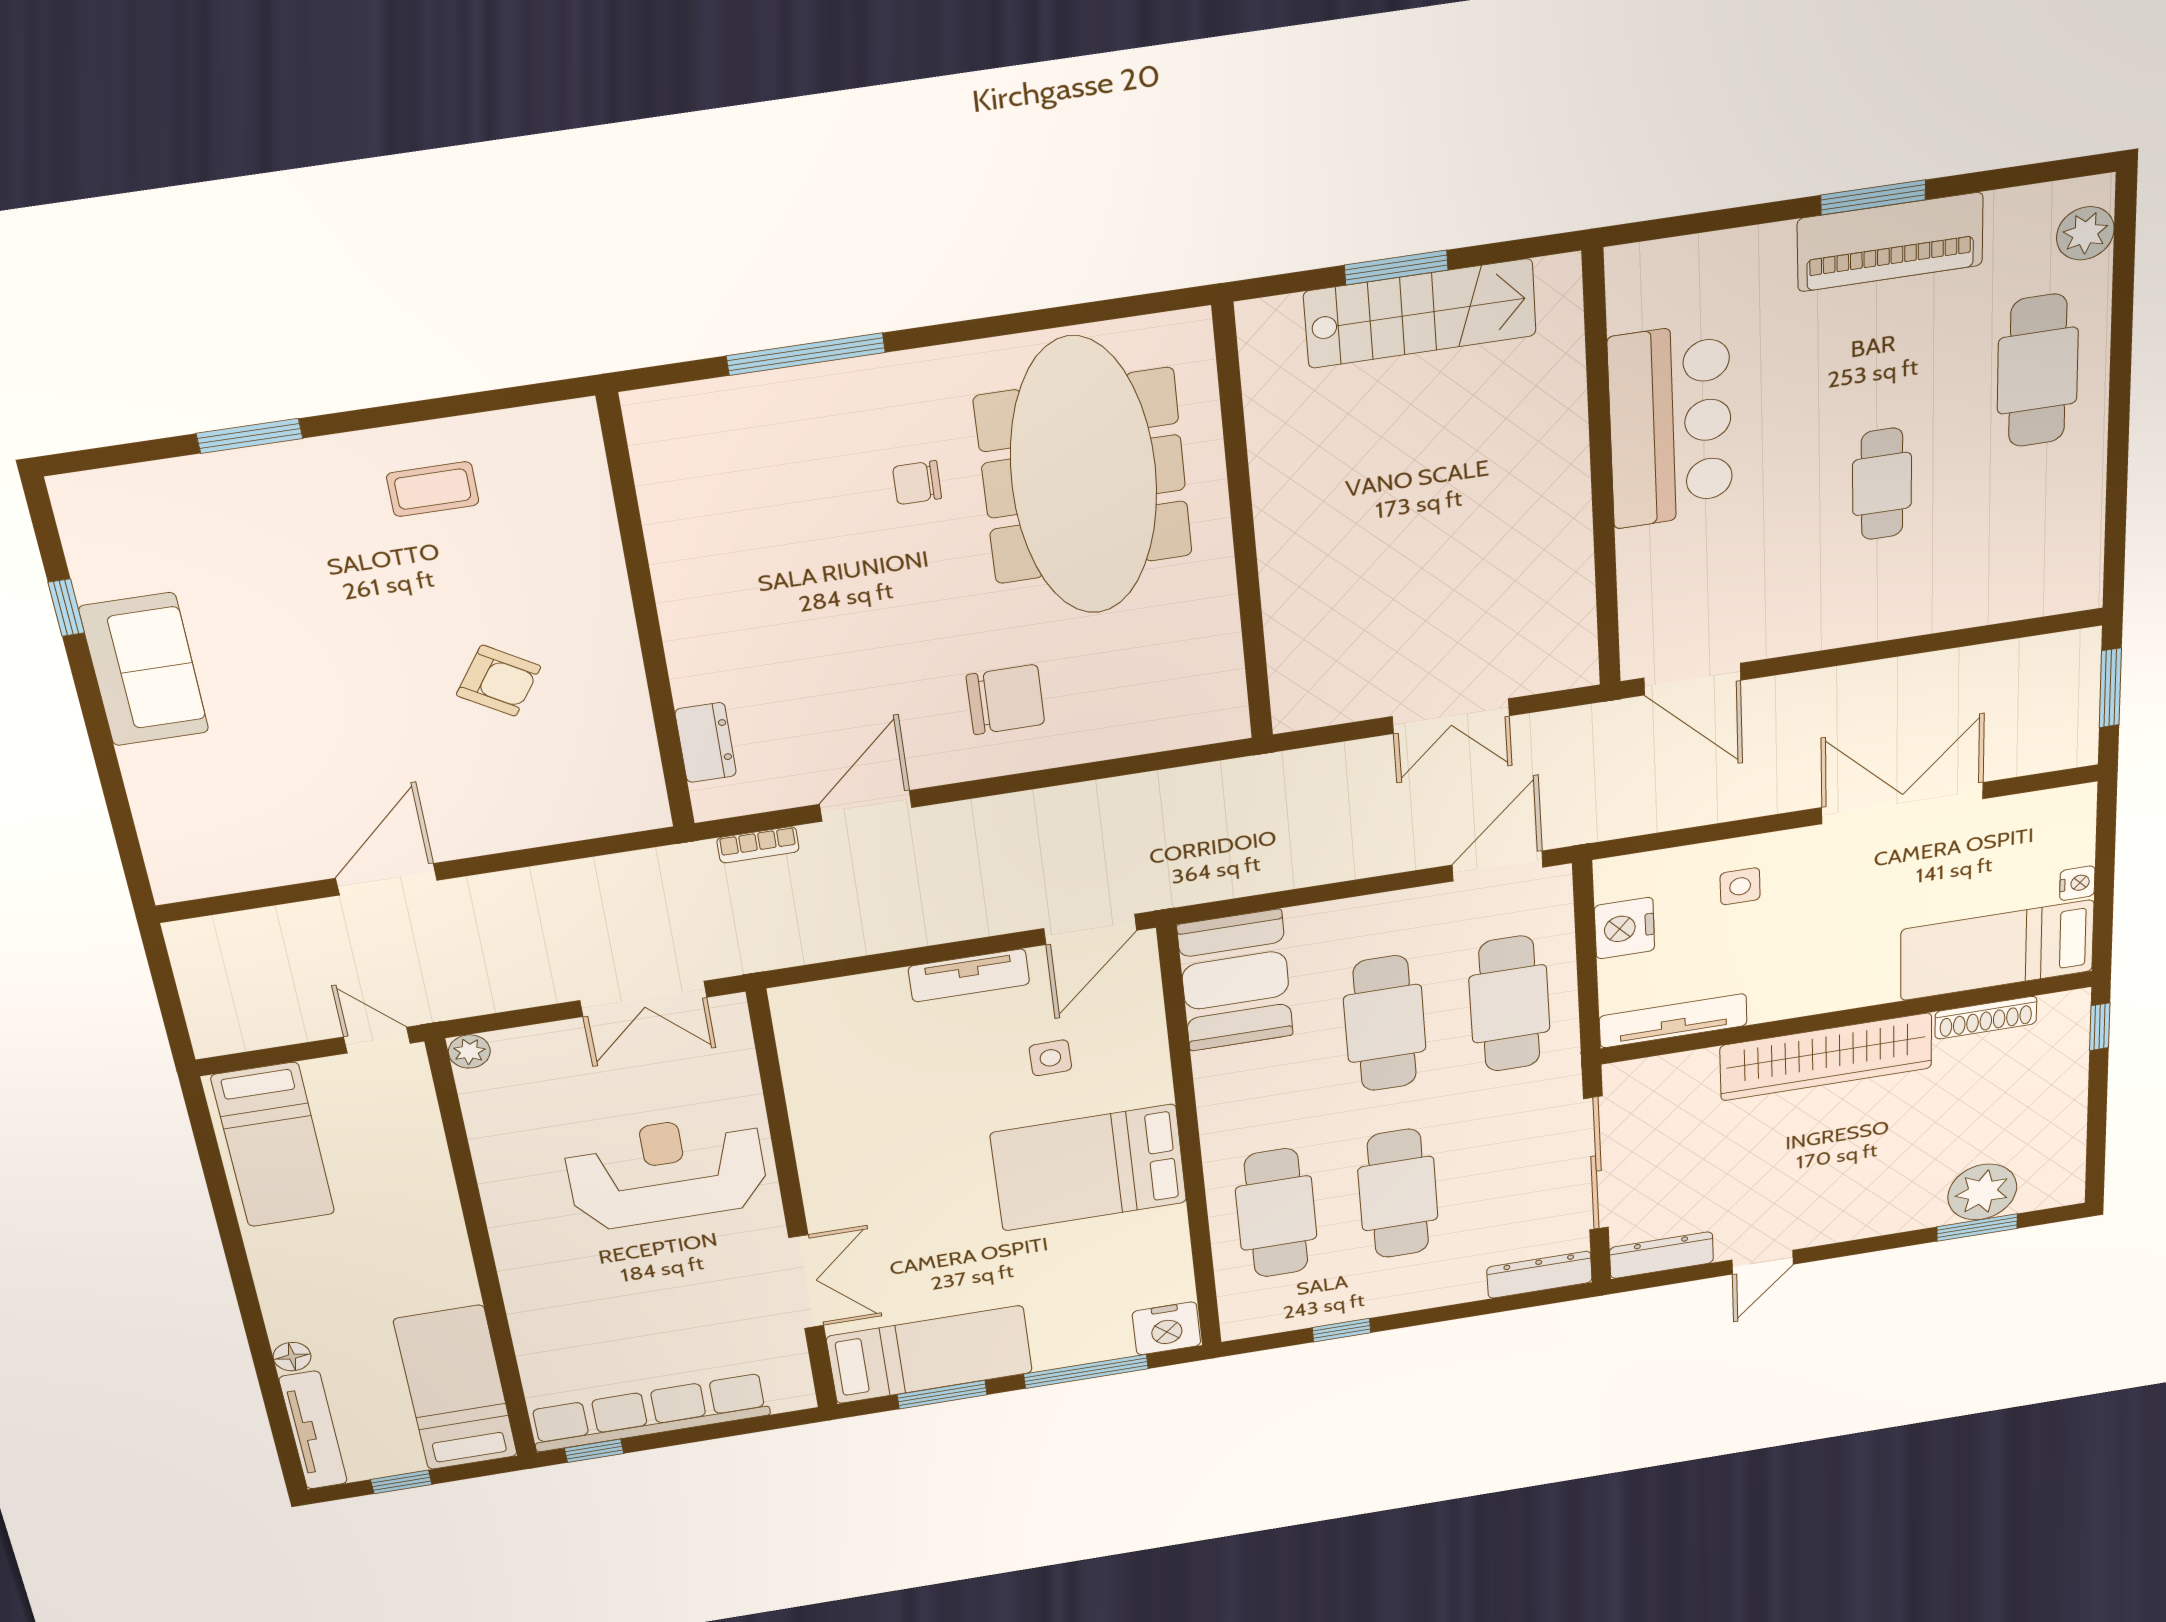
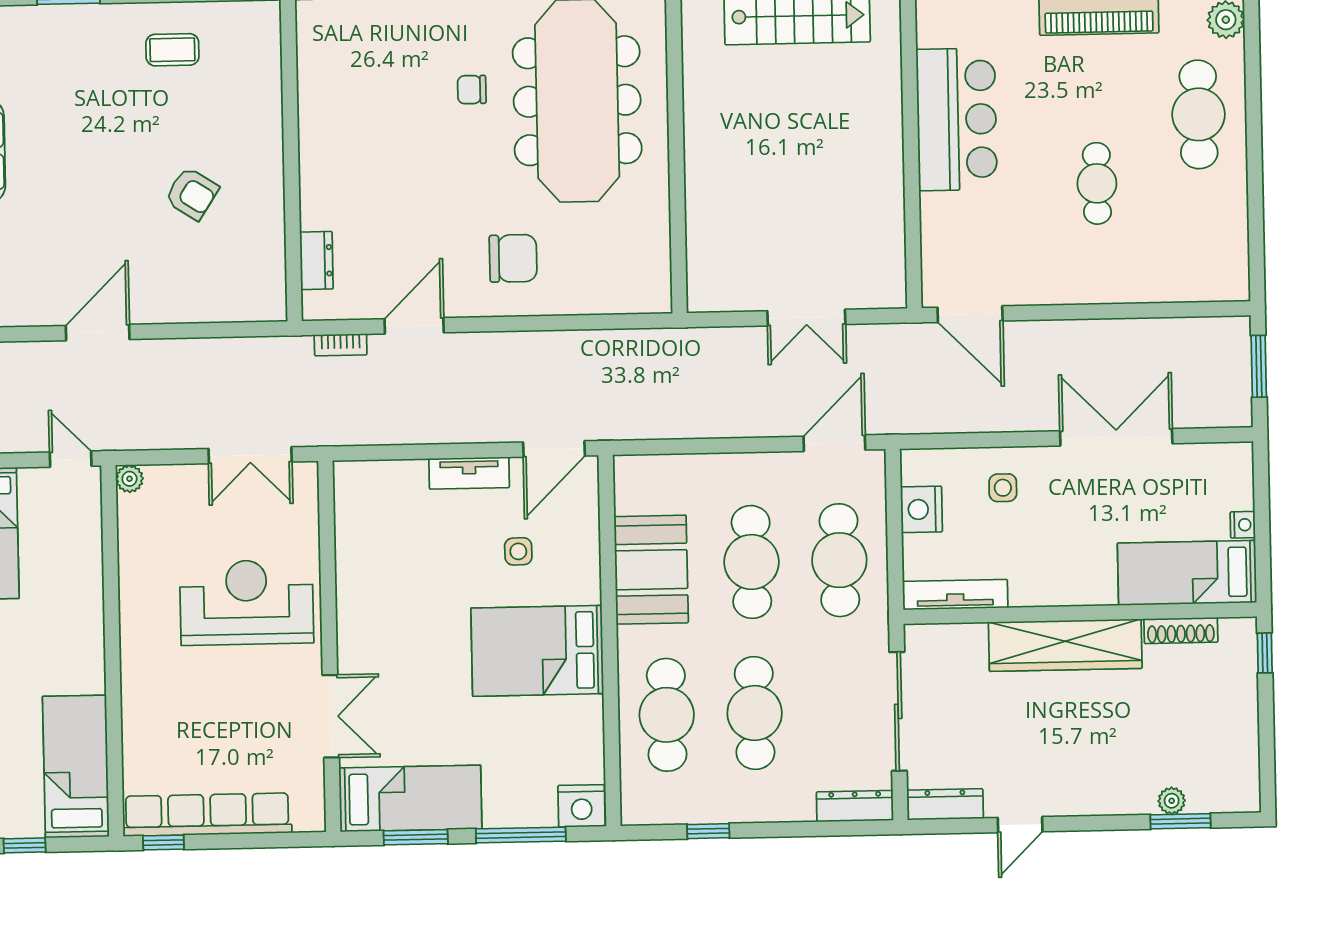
booth: (1235, 980) -> (651, 570), moved
plant: (1982, 1192) -> (1172, 801), width x0.53, depth x0.53

